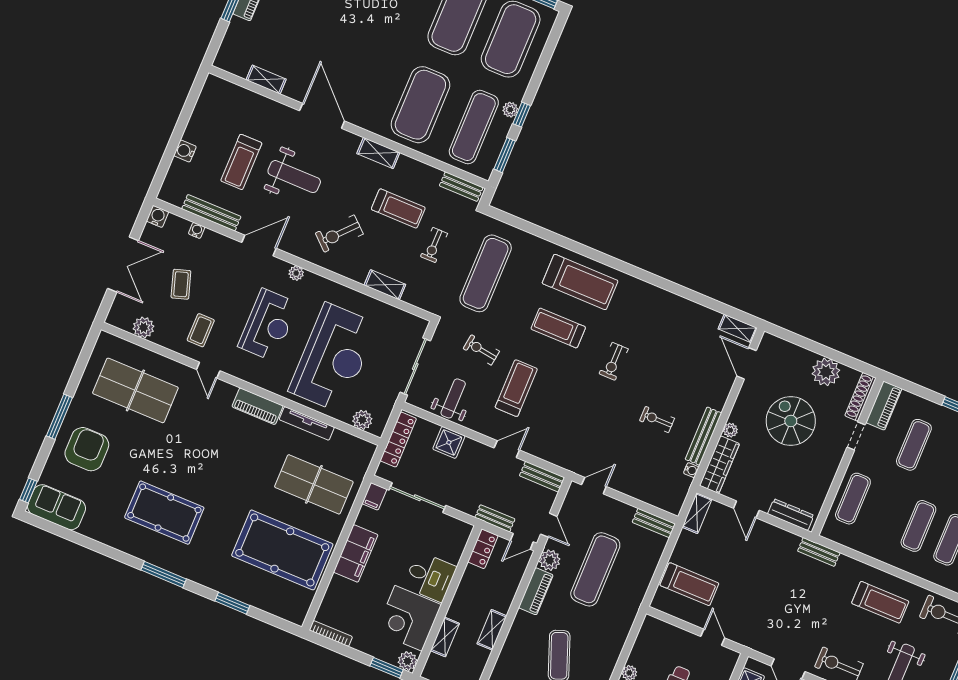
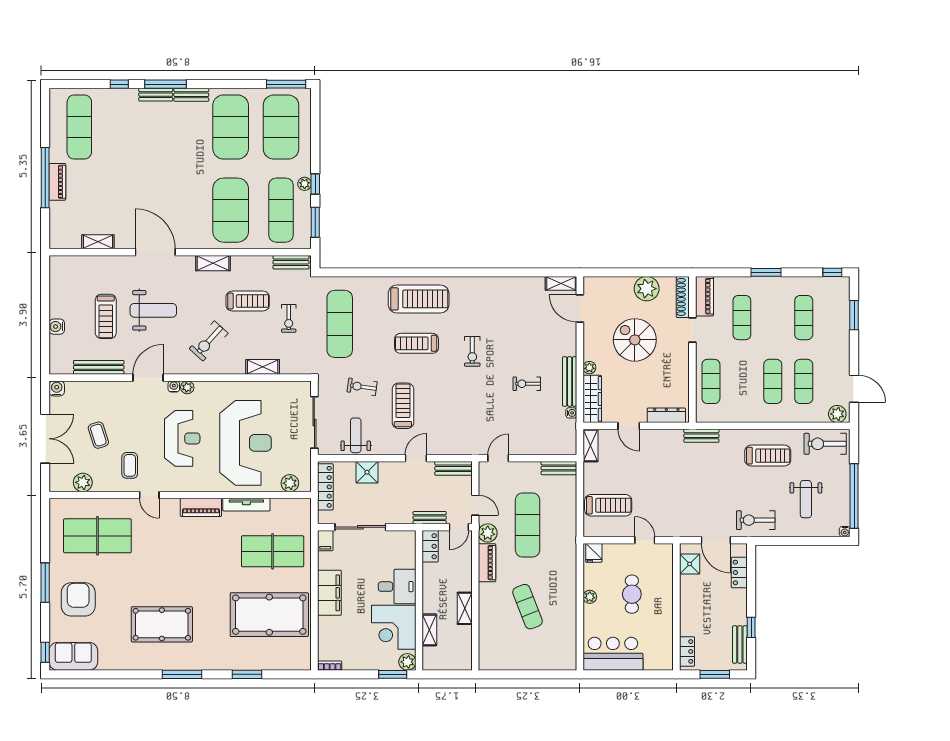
water cooler: (197, 230) -> (174, 386), moved
fridge: (653, 628) -> (594, 553), added
bookcase: (331, 633) -> (330, 666), width x0.64

